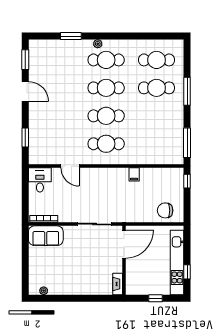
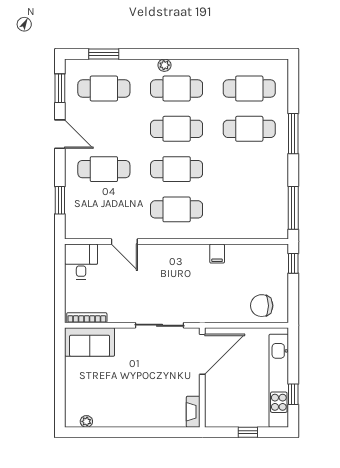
window: (71, 36) -> (104, 54), moved
cafe table: (56, 60) -> (104, 88), added
cafe table: (56, 116) -> (104, 169), added

